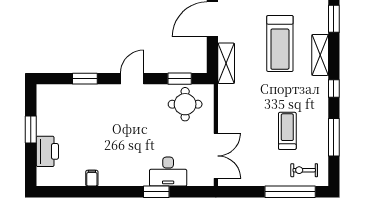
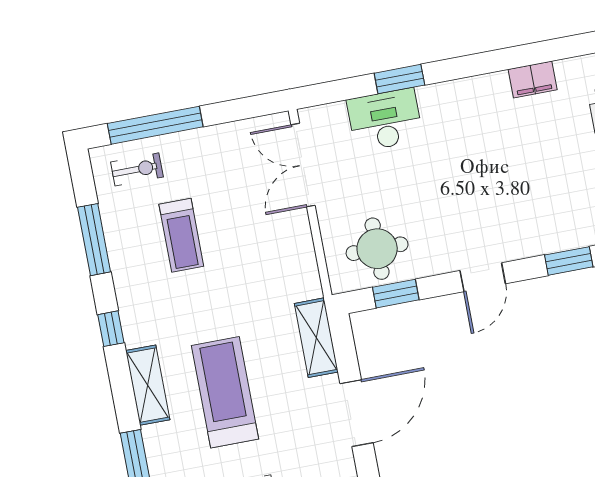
filing cabinet: (92, 178) -> (533, 80), width x2.00

